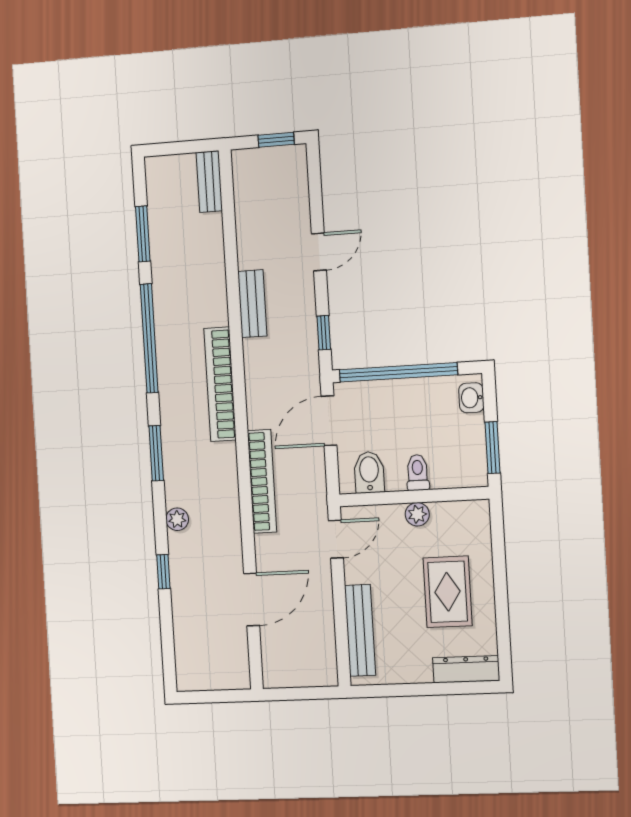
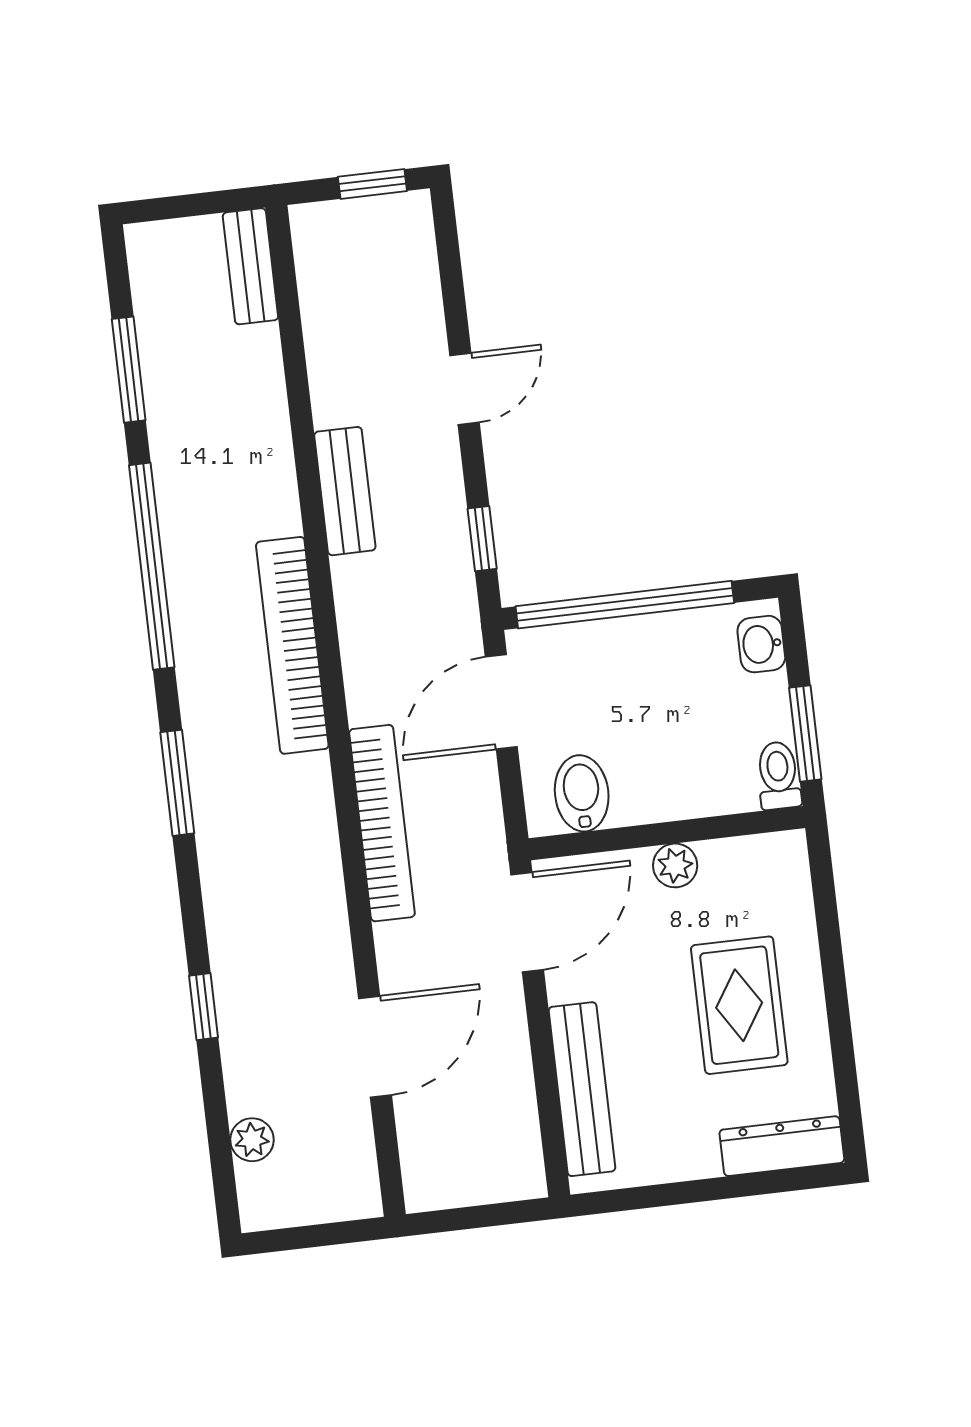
toilet: (418, 473) -> (778, 775), moved
plant: (177, 519) -> (252, 1140), moved
door: (336, 539) -> (527, 922), width x1.38

